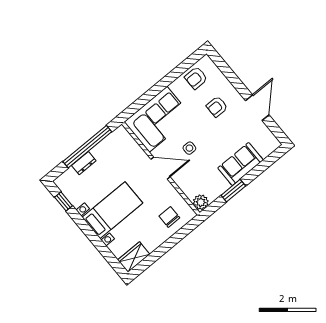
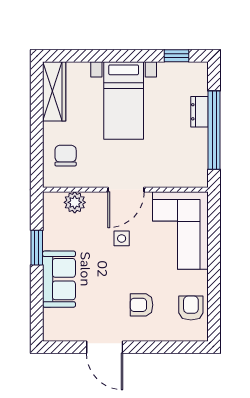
armchair: (217, 107) -> (142, 305), turned -90
plant: (201, 202) -> (75, 202), moved
chair: (169, 217) -> (66, 156), turned -90
wardrobe: (134, 257) -> (54, 91), width x1.50

